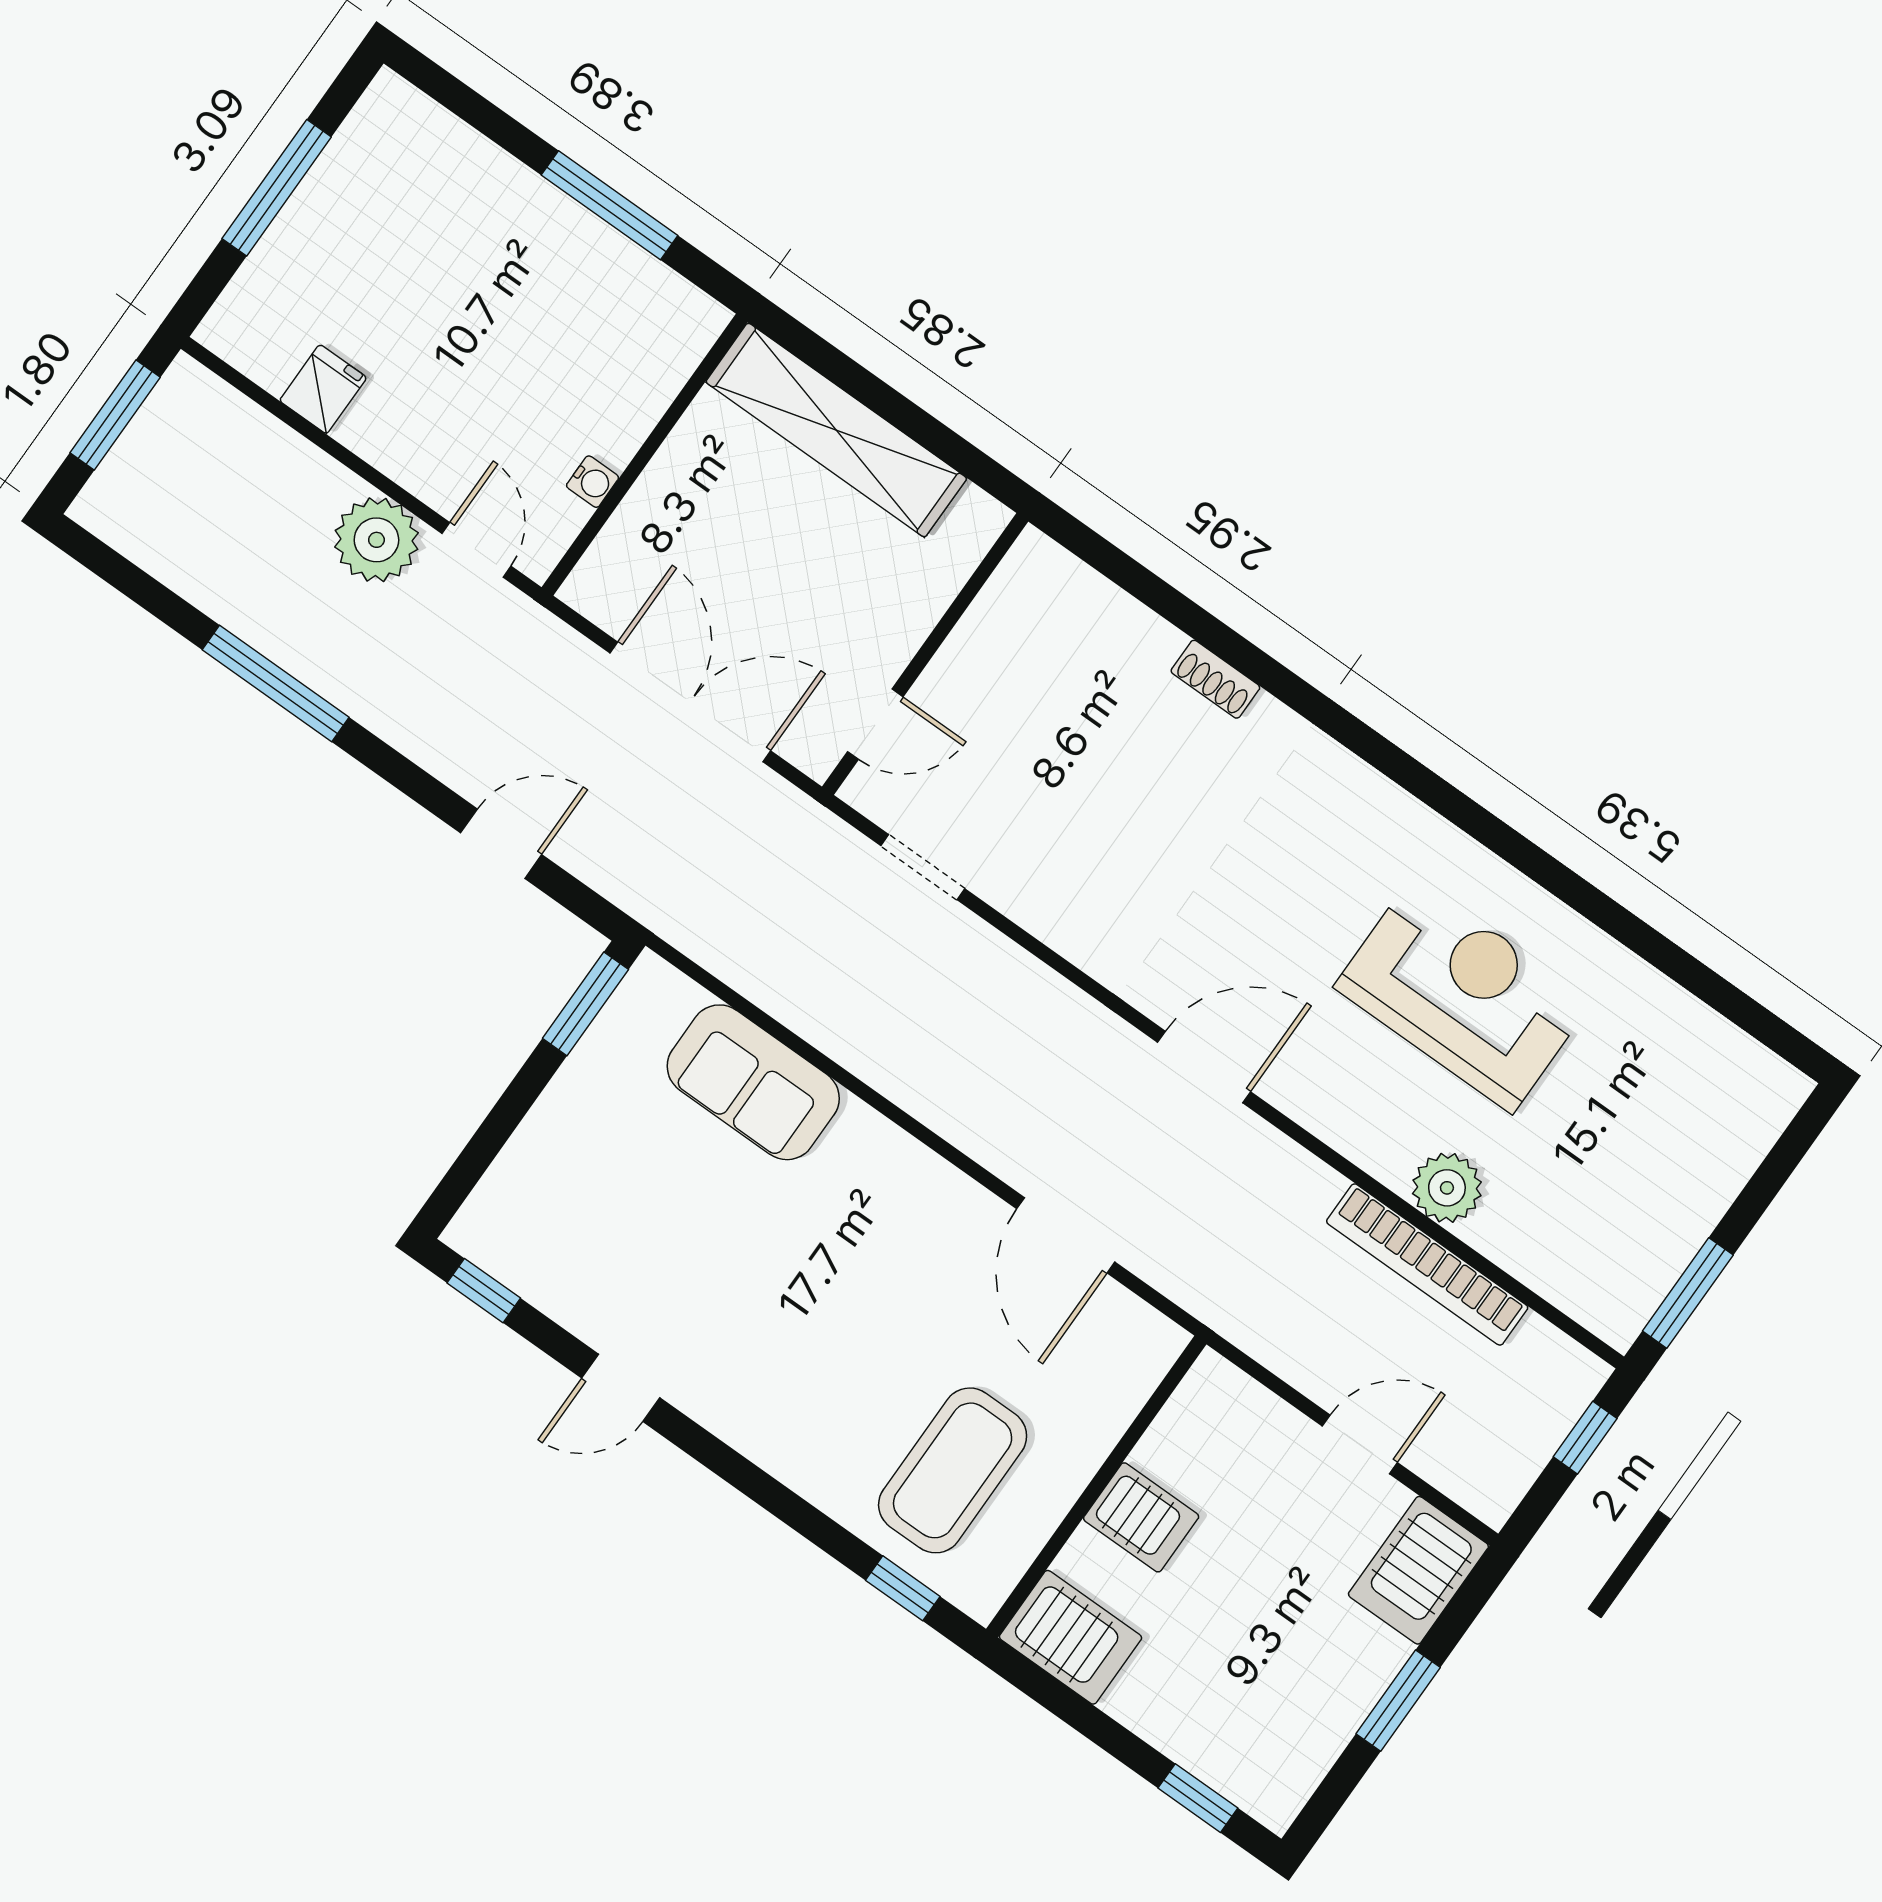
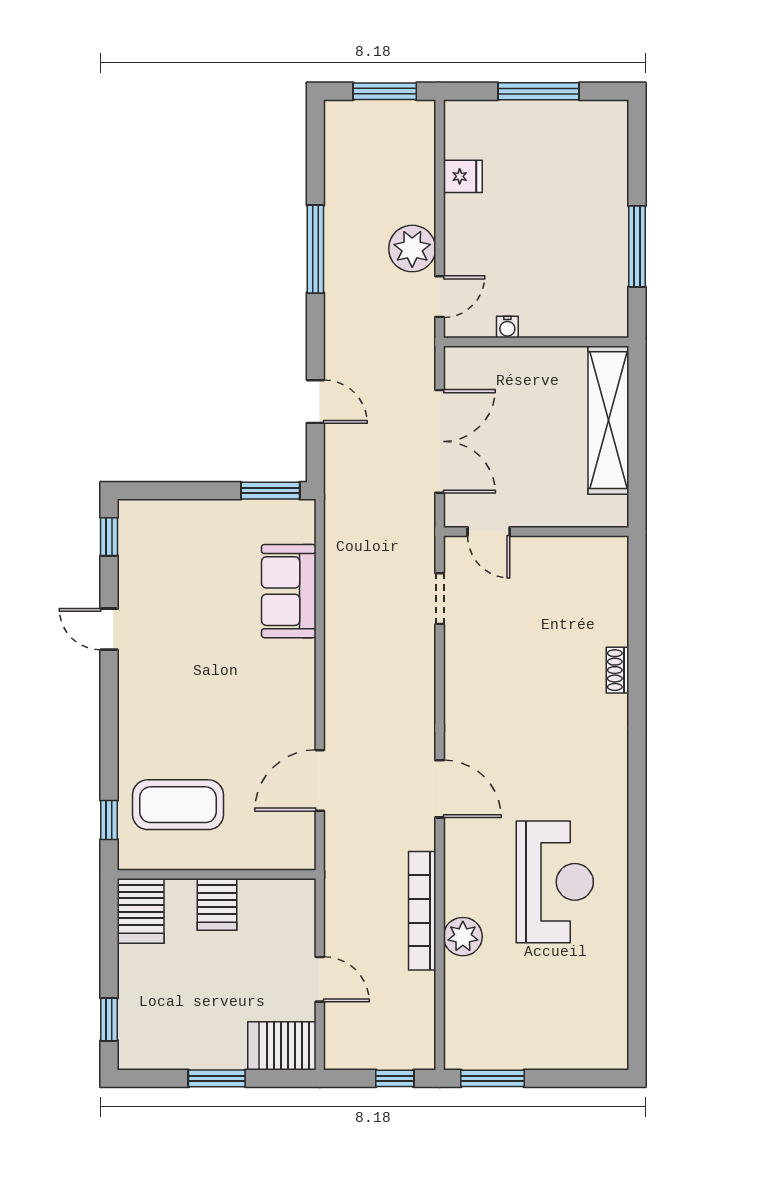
bookcase: (1427, 1264) -> (422, 911), moved

